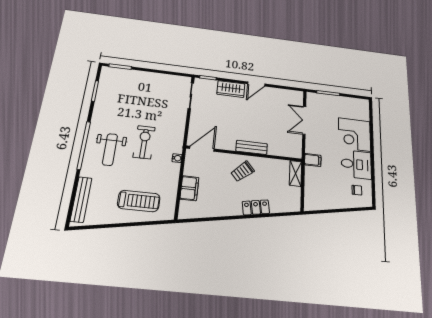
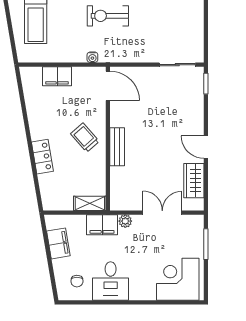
wardrobe: (231, 89) -> (194, 181), moved
corner desk: (354, 135) -> (178, 279), moved
exercise bike: (144, 142) -> (108, 16), turned 180
plant: (310, 148) -> (125, 221), added
filing cabinet: (313, 160) -> (102, 225), width x2.00
filing cabinet: (327, 202) -> (58, 243), added

